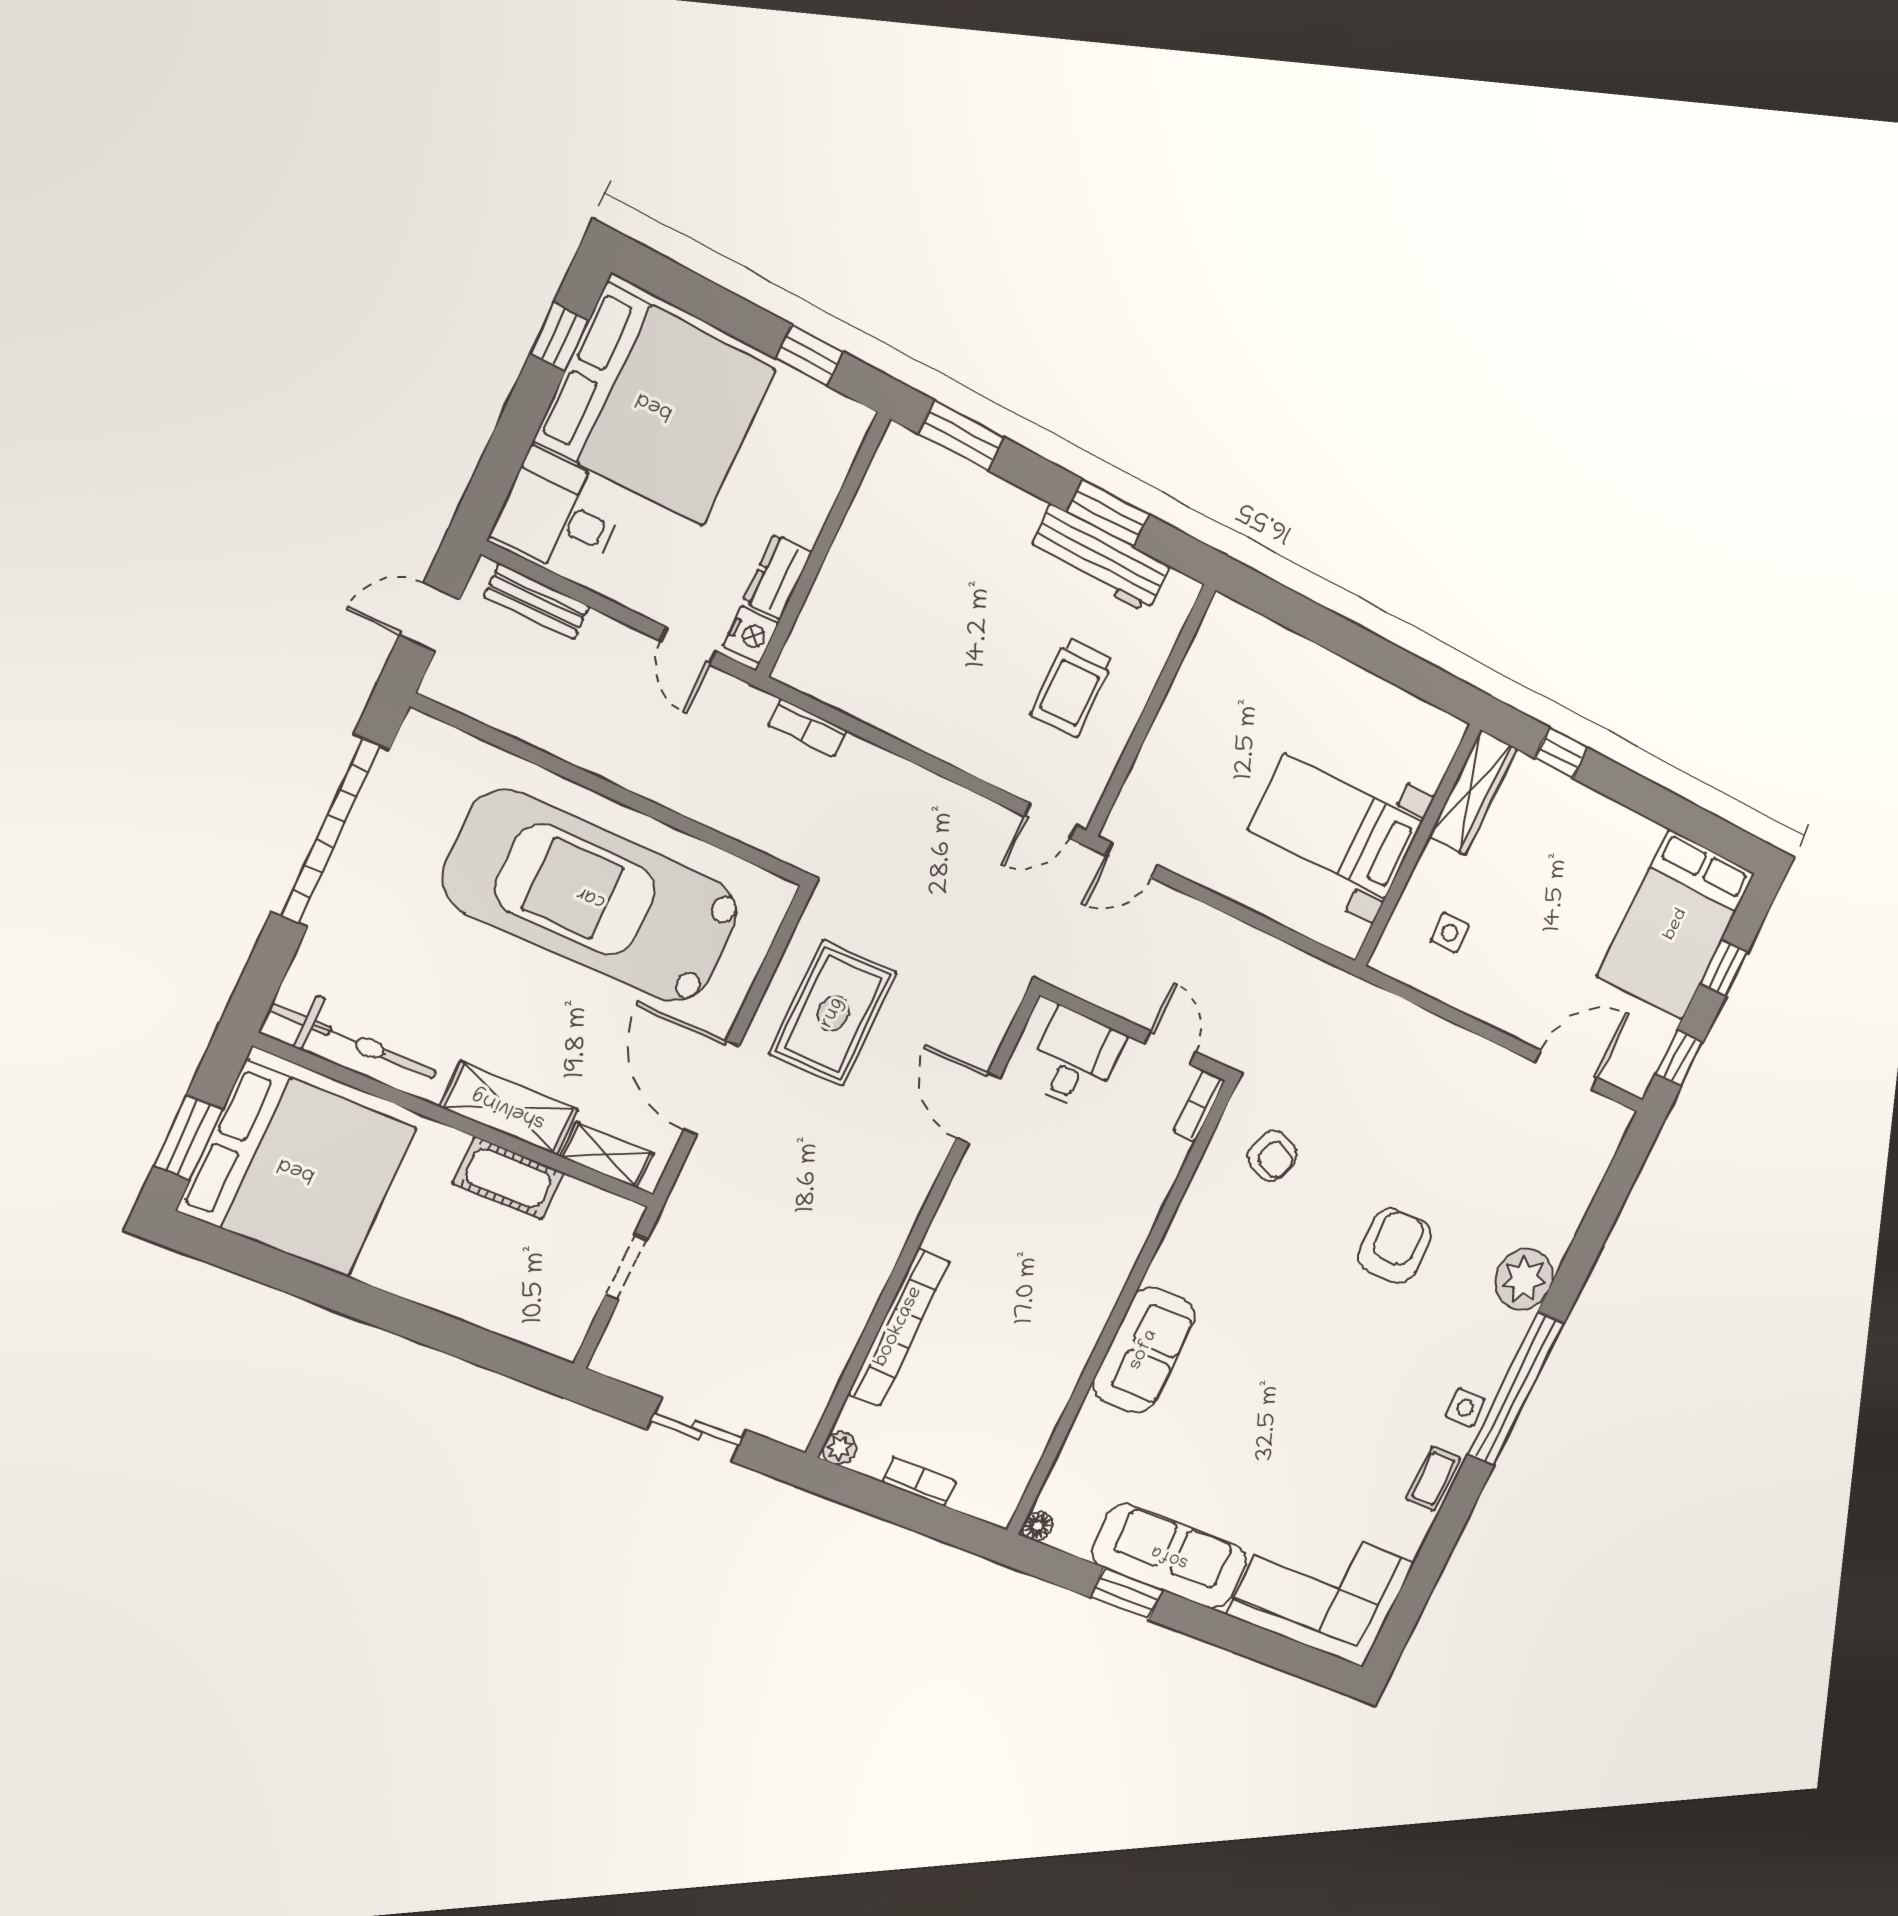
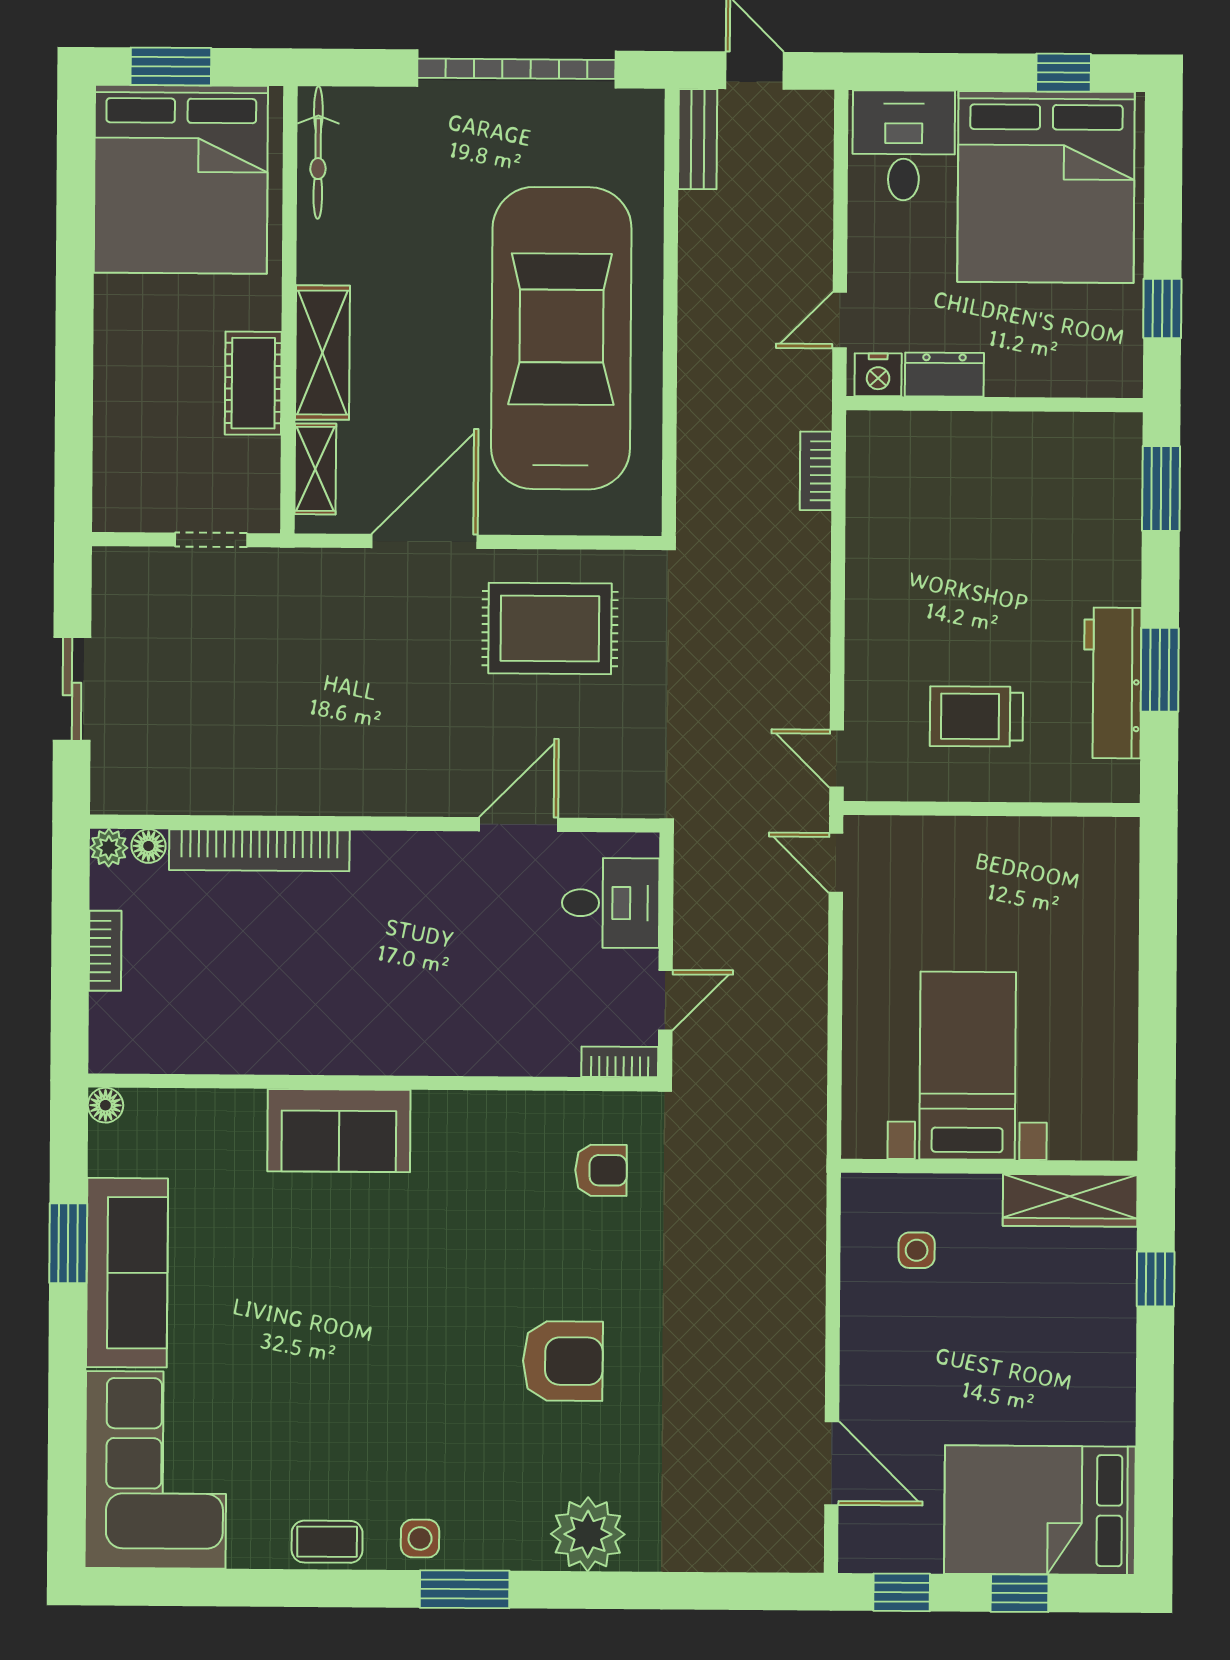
bench: (537, 602) -> (698, 139), moved
bicycle: (353, 1041) -> (318, 153), width x0.73, depth x0.71
armchair: (1272, 1156) -> (601, 1170), turned -113
window: (1516, 1389) -> (465, 1589), width x0.47
floor lamp: (853, 1416) -> (149, 846), added

